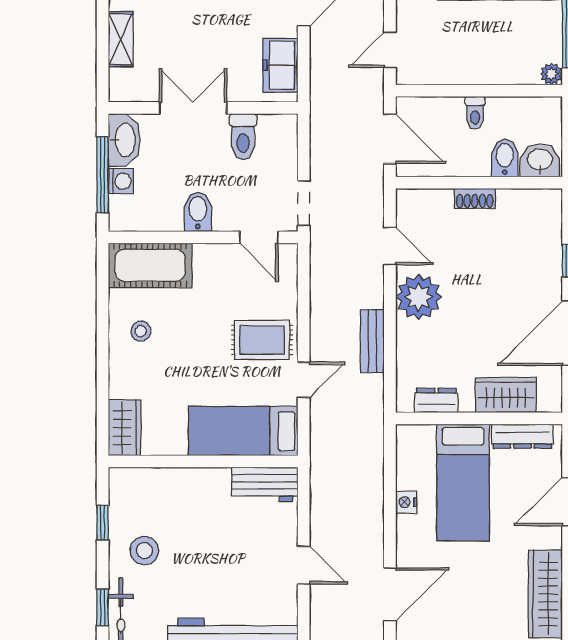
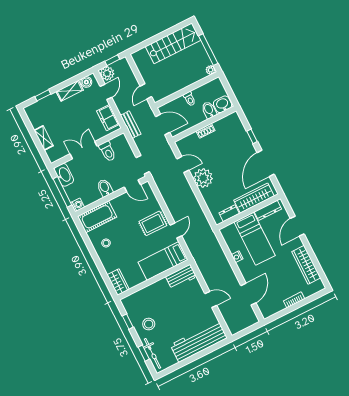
washing machine: (121, 181) -> (78, 205), moved
bench: (372, 341) -> (131, 125), moved
wardrobe: (506, 395) -> (254, 198), width x1.50

